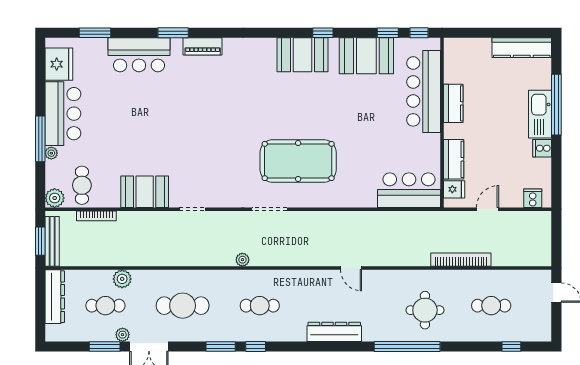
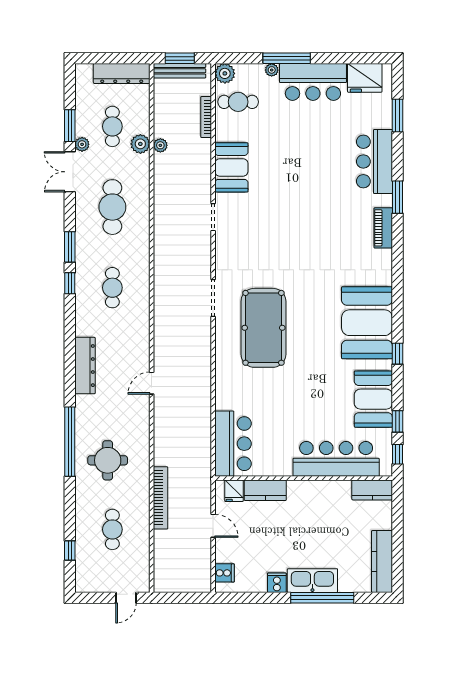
booth: (302, 55) -> (367, 323), width x1.36, depth x1.42
kitchen counter: (453, 103) -> (372, 490), moved
plant: (242, 260) -> (160, 145), moved

